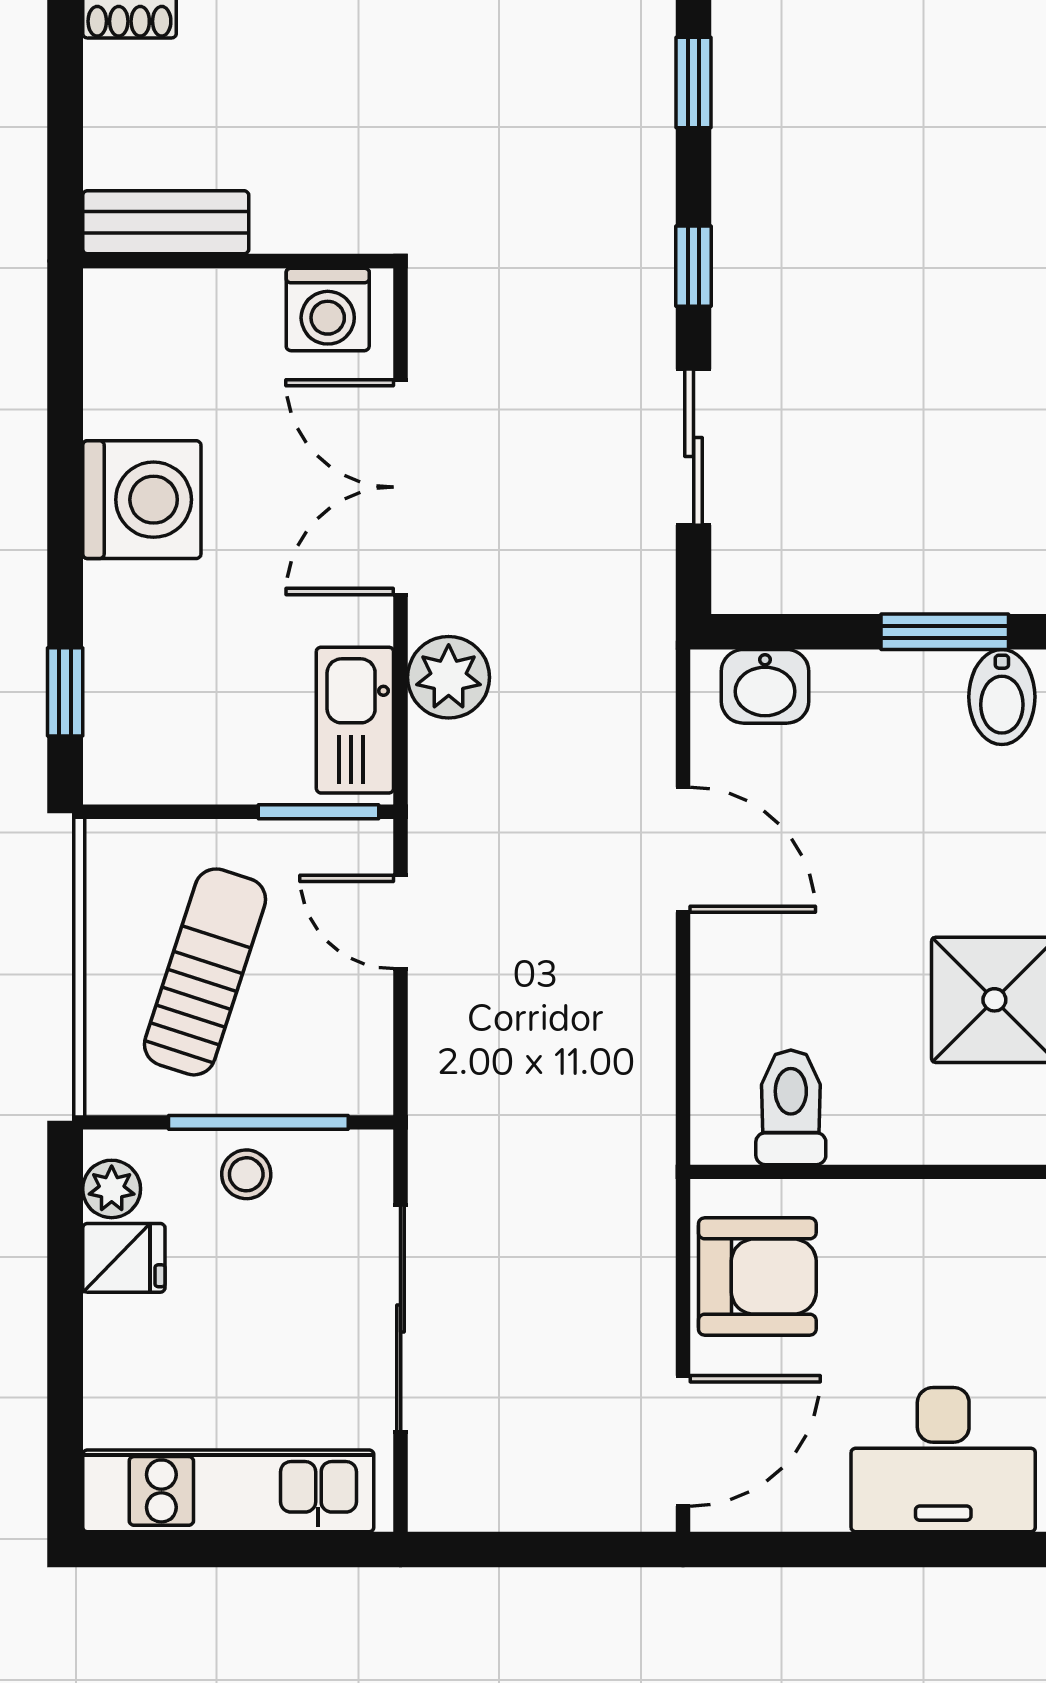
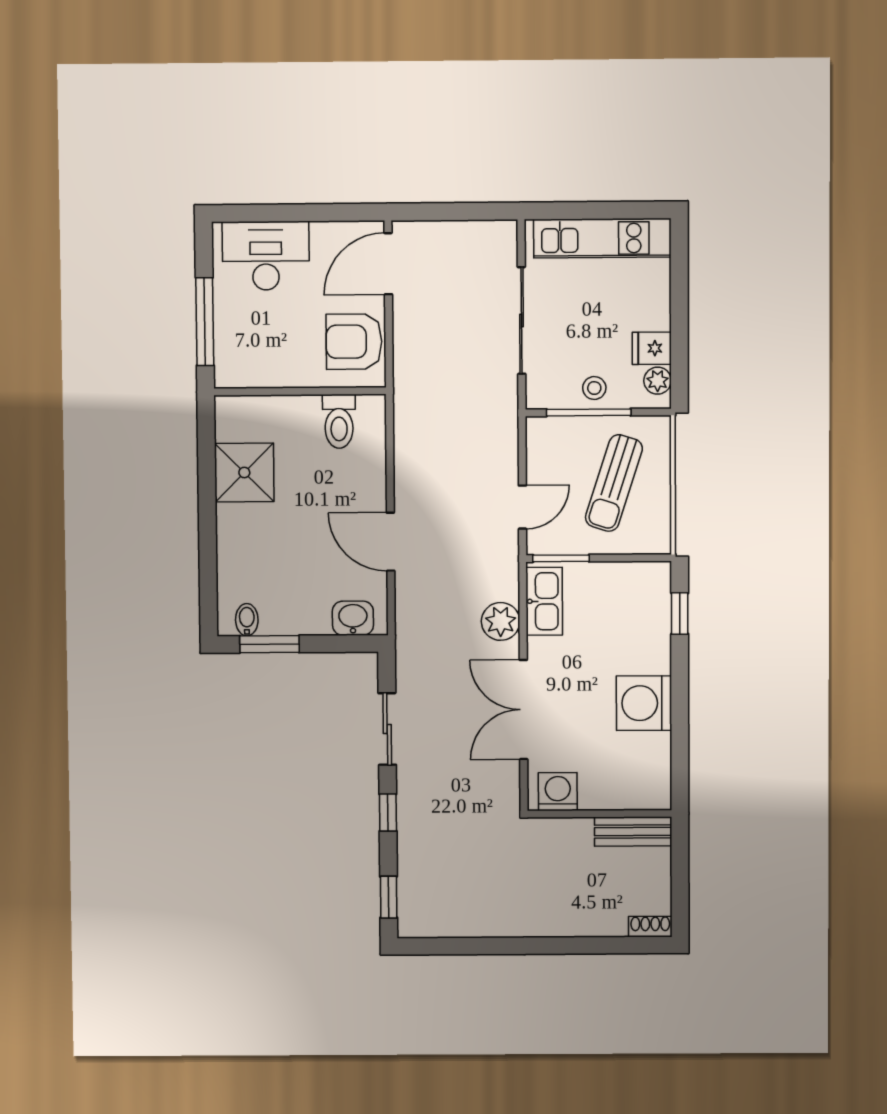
double door: (401, 487) -> (523, 710), swing flipped
bidet: (1002, 697) -> (247, 620), width x0.72, depth x0.74
door: (401, 922) -> (522, 507), hinge flipped

